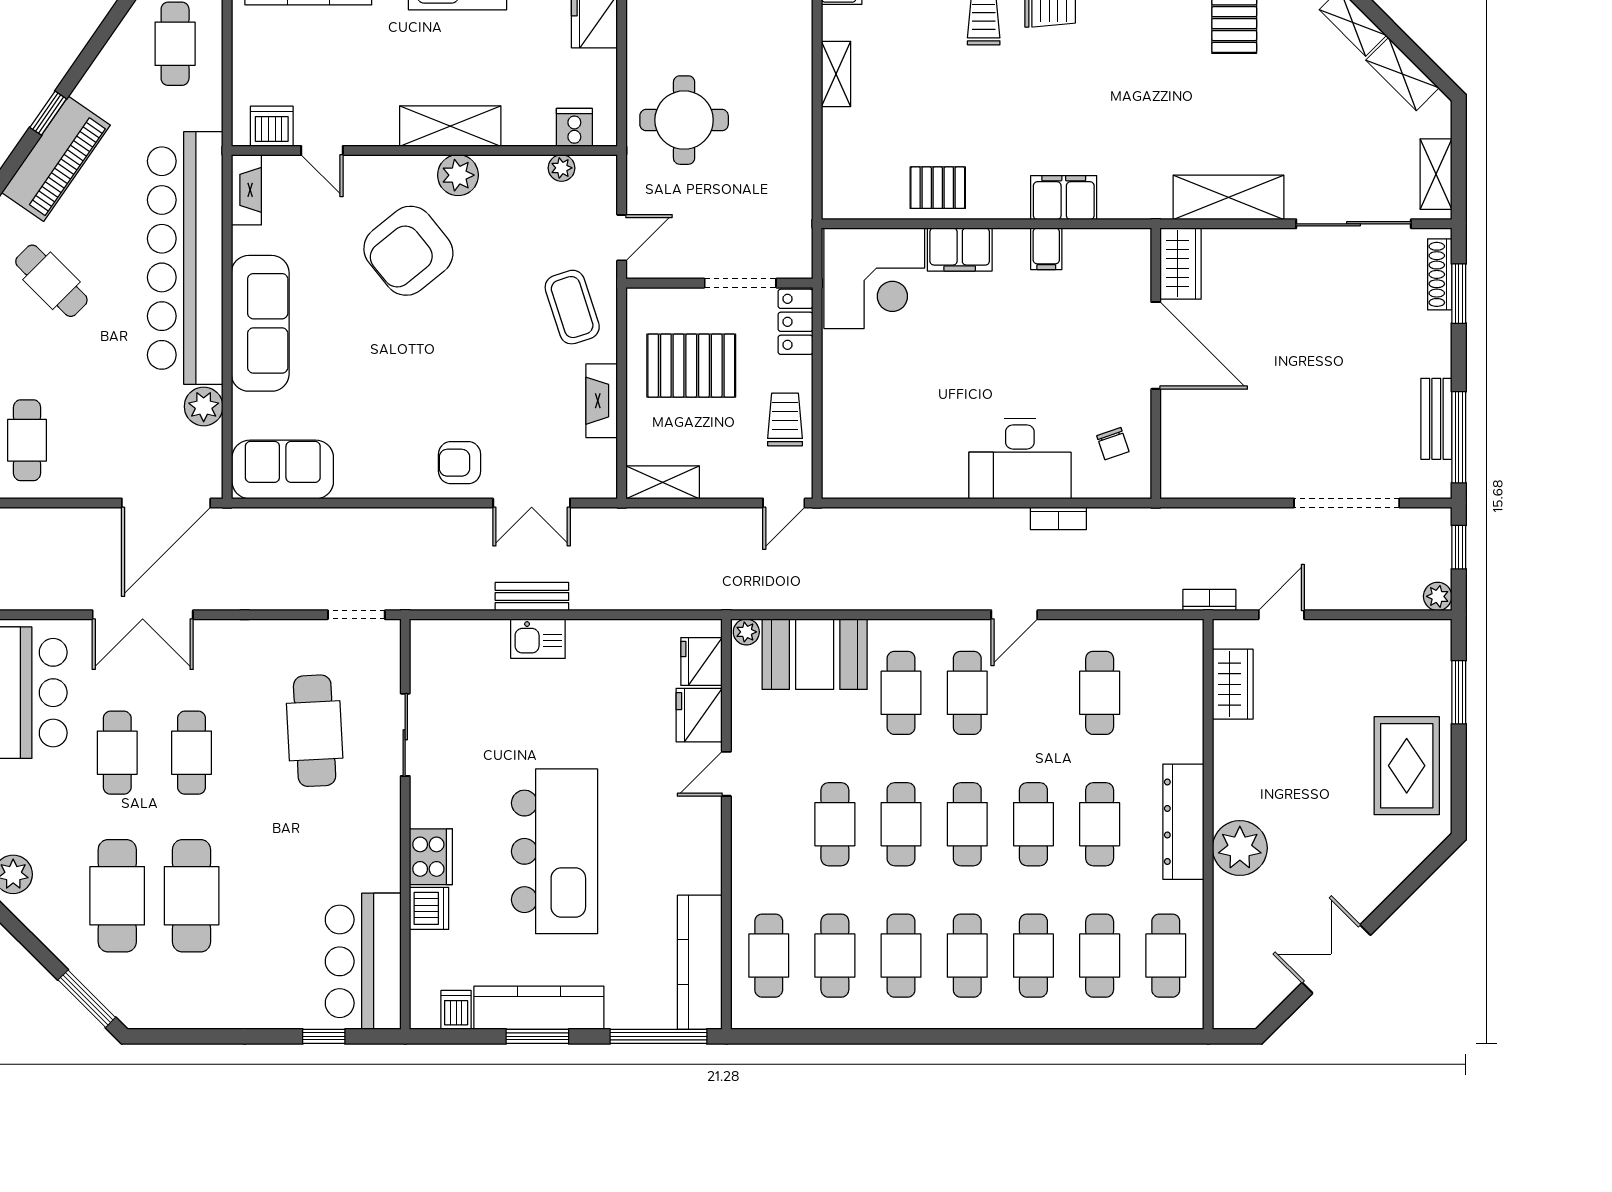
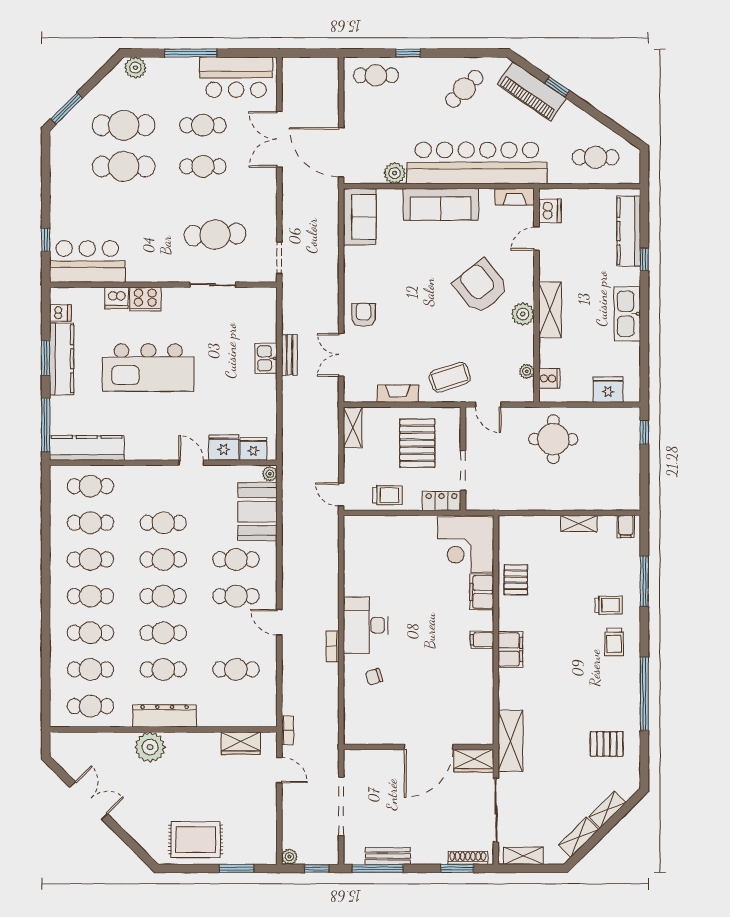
wardrobe: (1181, 264) -> (474, 761), moved
door: (1156, 345) -> (428, 747), moved
wall: (1156, 363) -> (418, 747), moved

